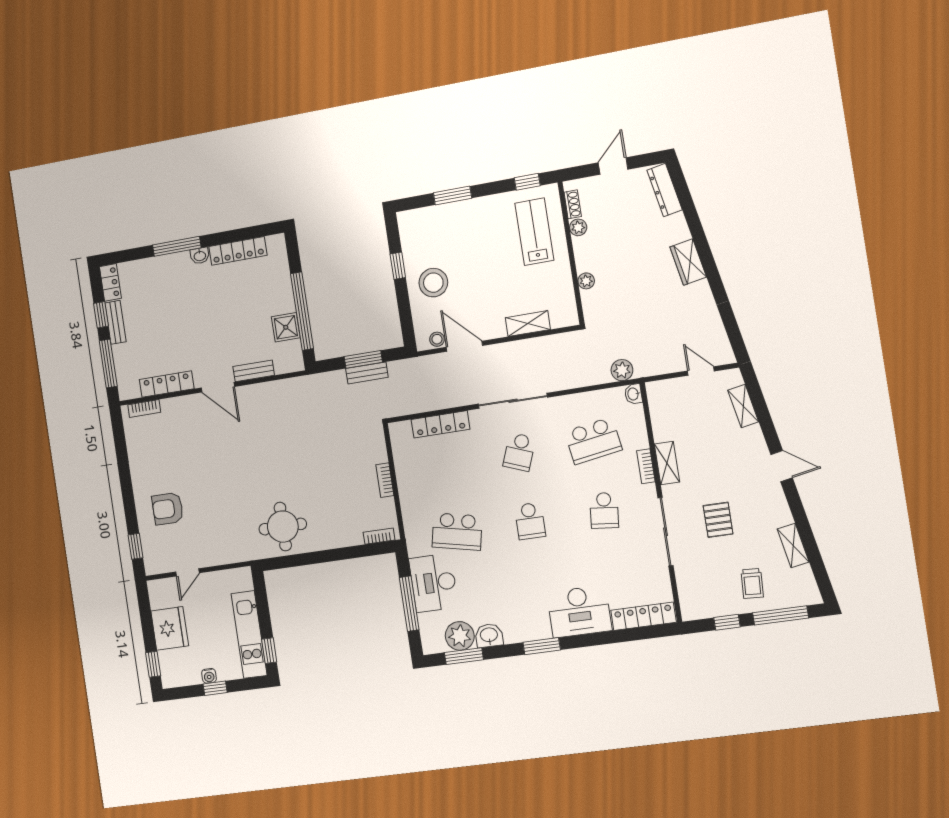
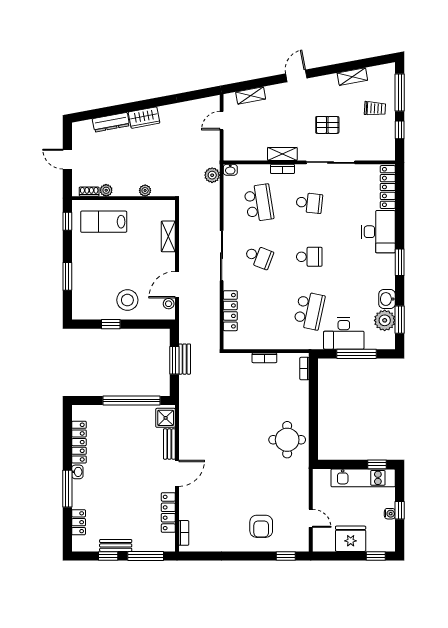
dresser: (665, 190) -> (111, 122), moved
locker: (110, 282) -> (79, 522), moved, turned 90
shower: (286, 327) -> (166, 418), moved

